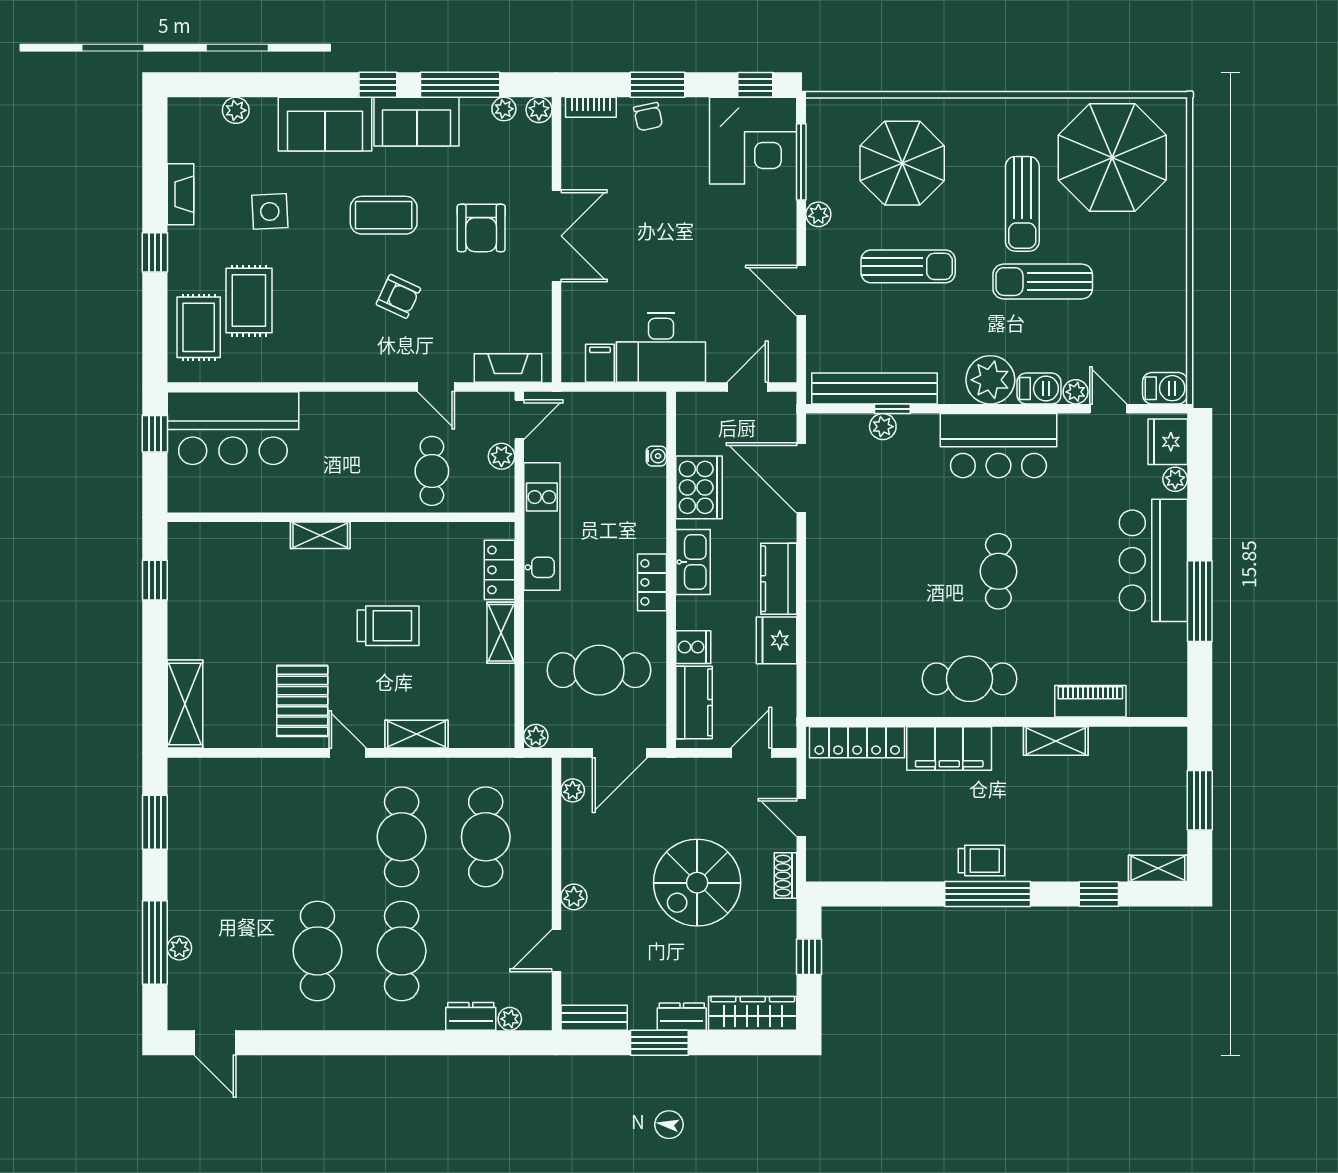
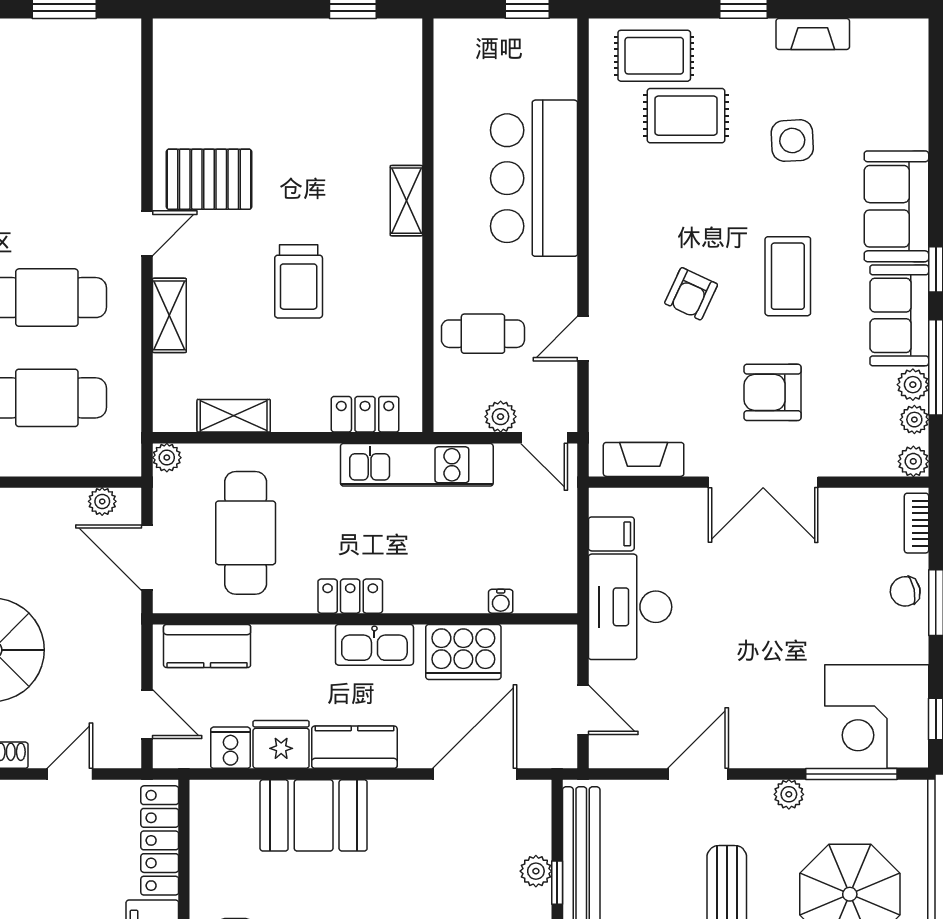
plant: (236, 110) -> (913, 385), moved
fireplace: (508, 368) -> (644, 459), moved, turned -90
bar counter: (233, 428) -> (534, 178), moved
booth: (836, 613) -> (314, 815), added
shelving: (501, 633) -> (234, 416), moved
cooker: (693, 647) -> (230, 748), moved, turned 180
shelving: (185, 704) -> (205, 39), removed

